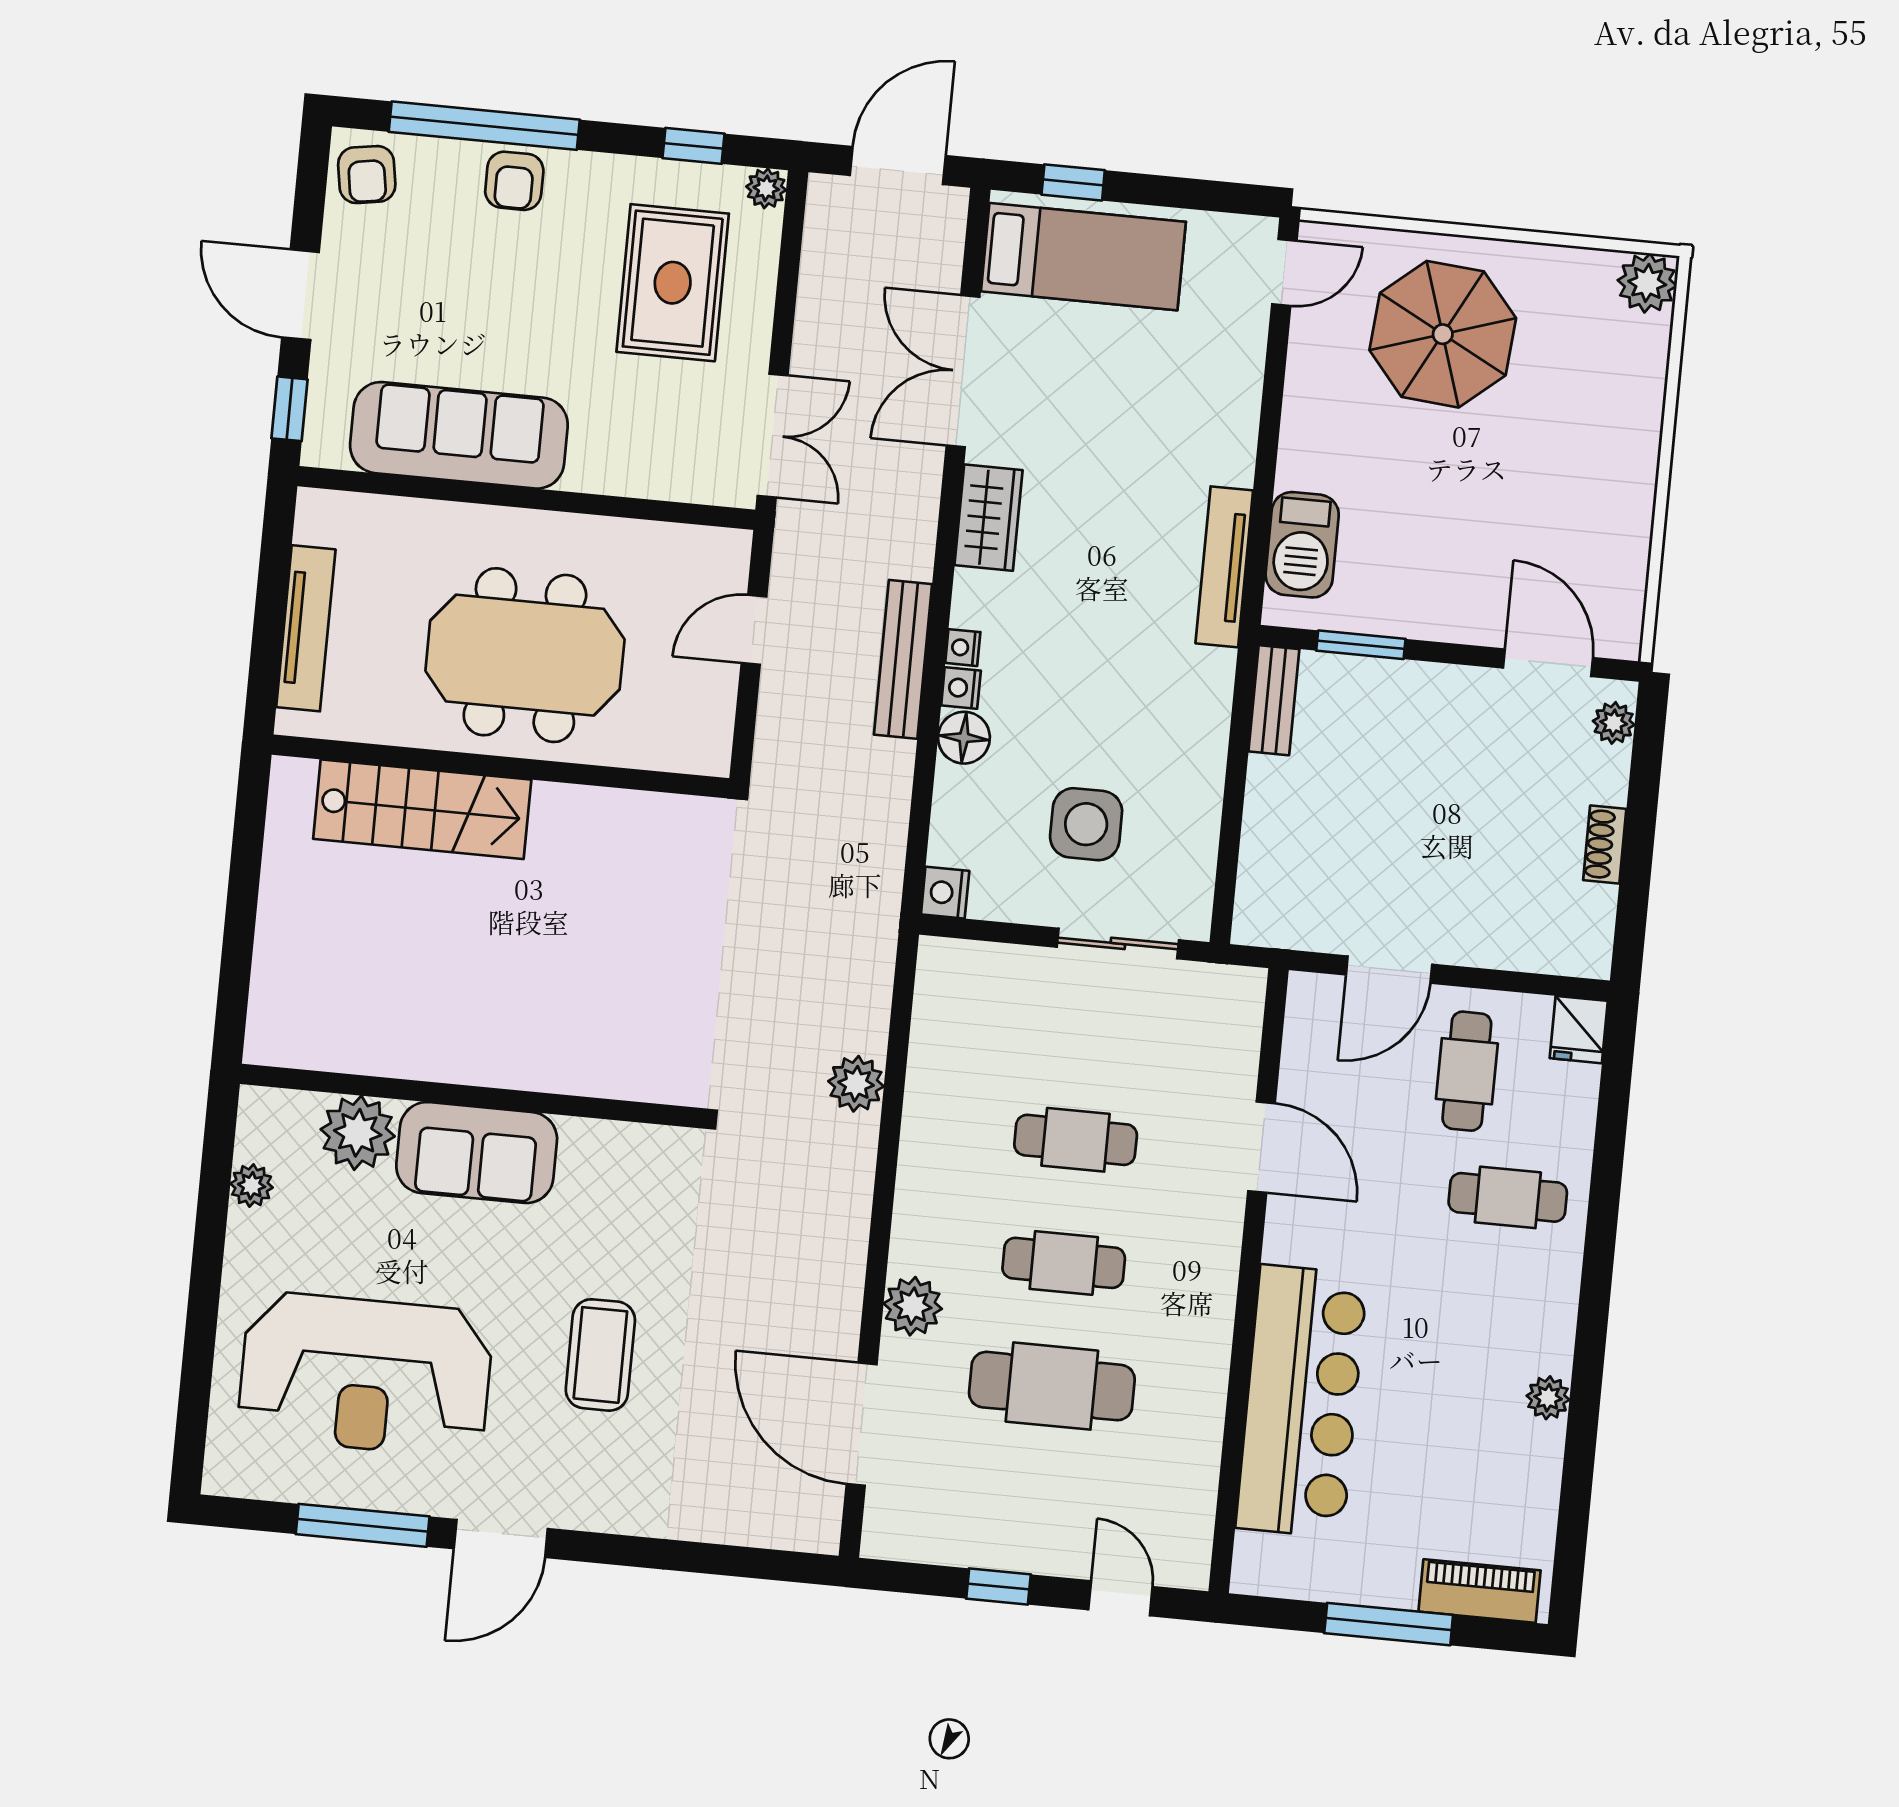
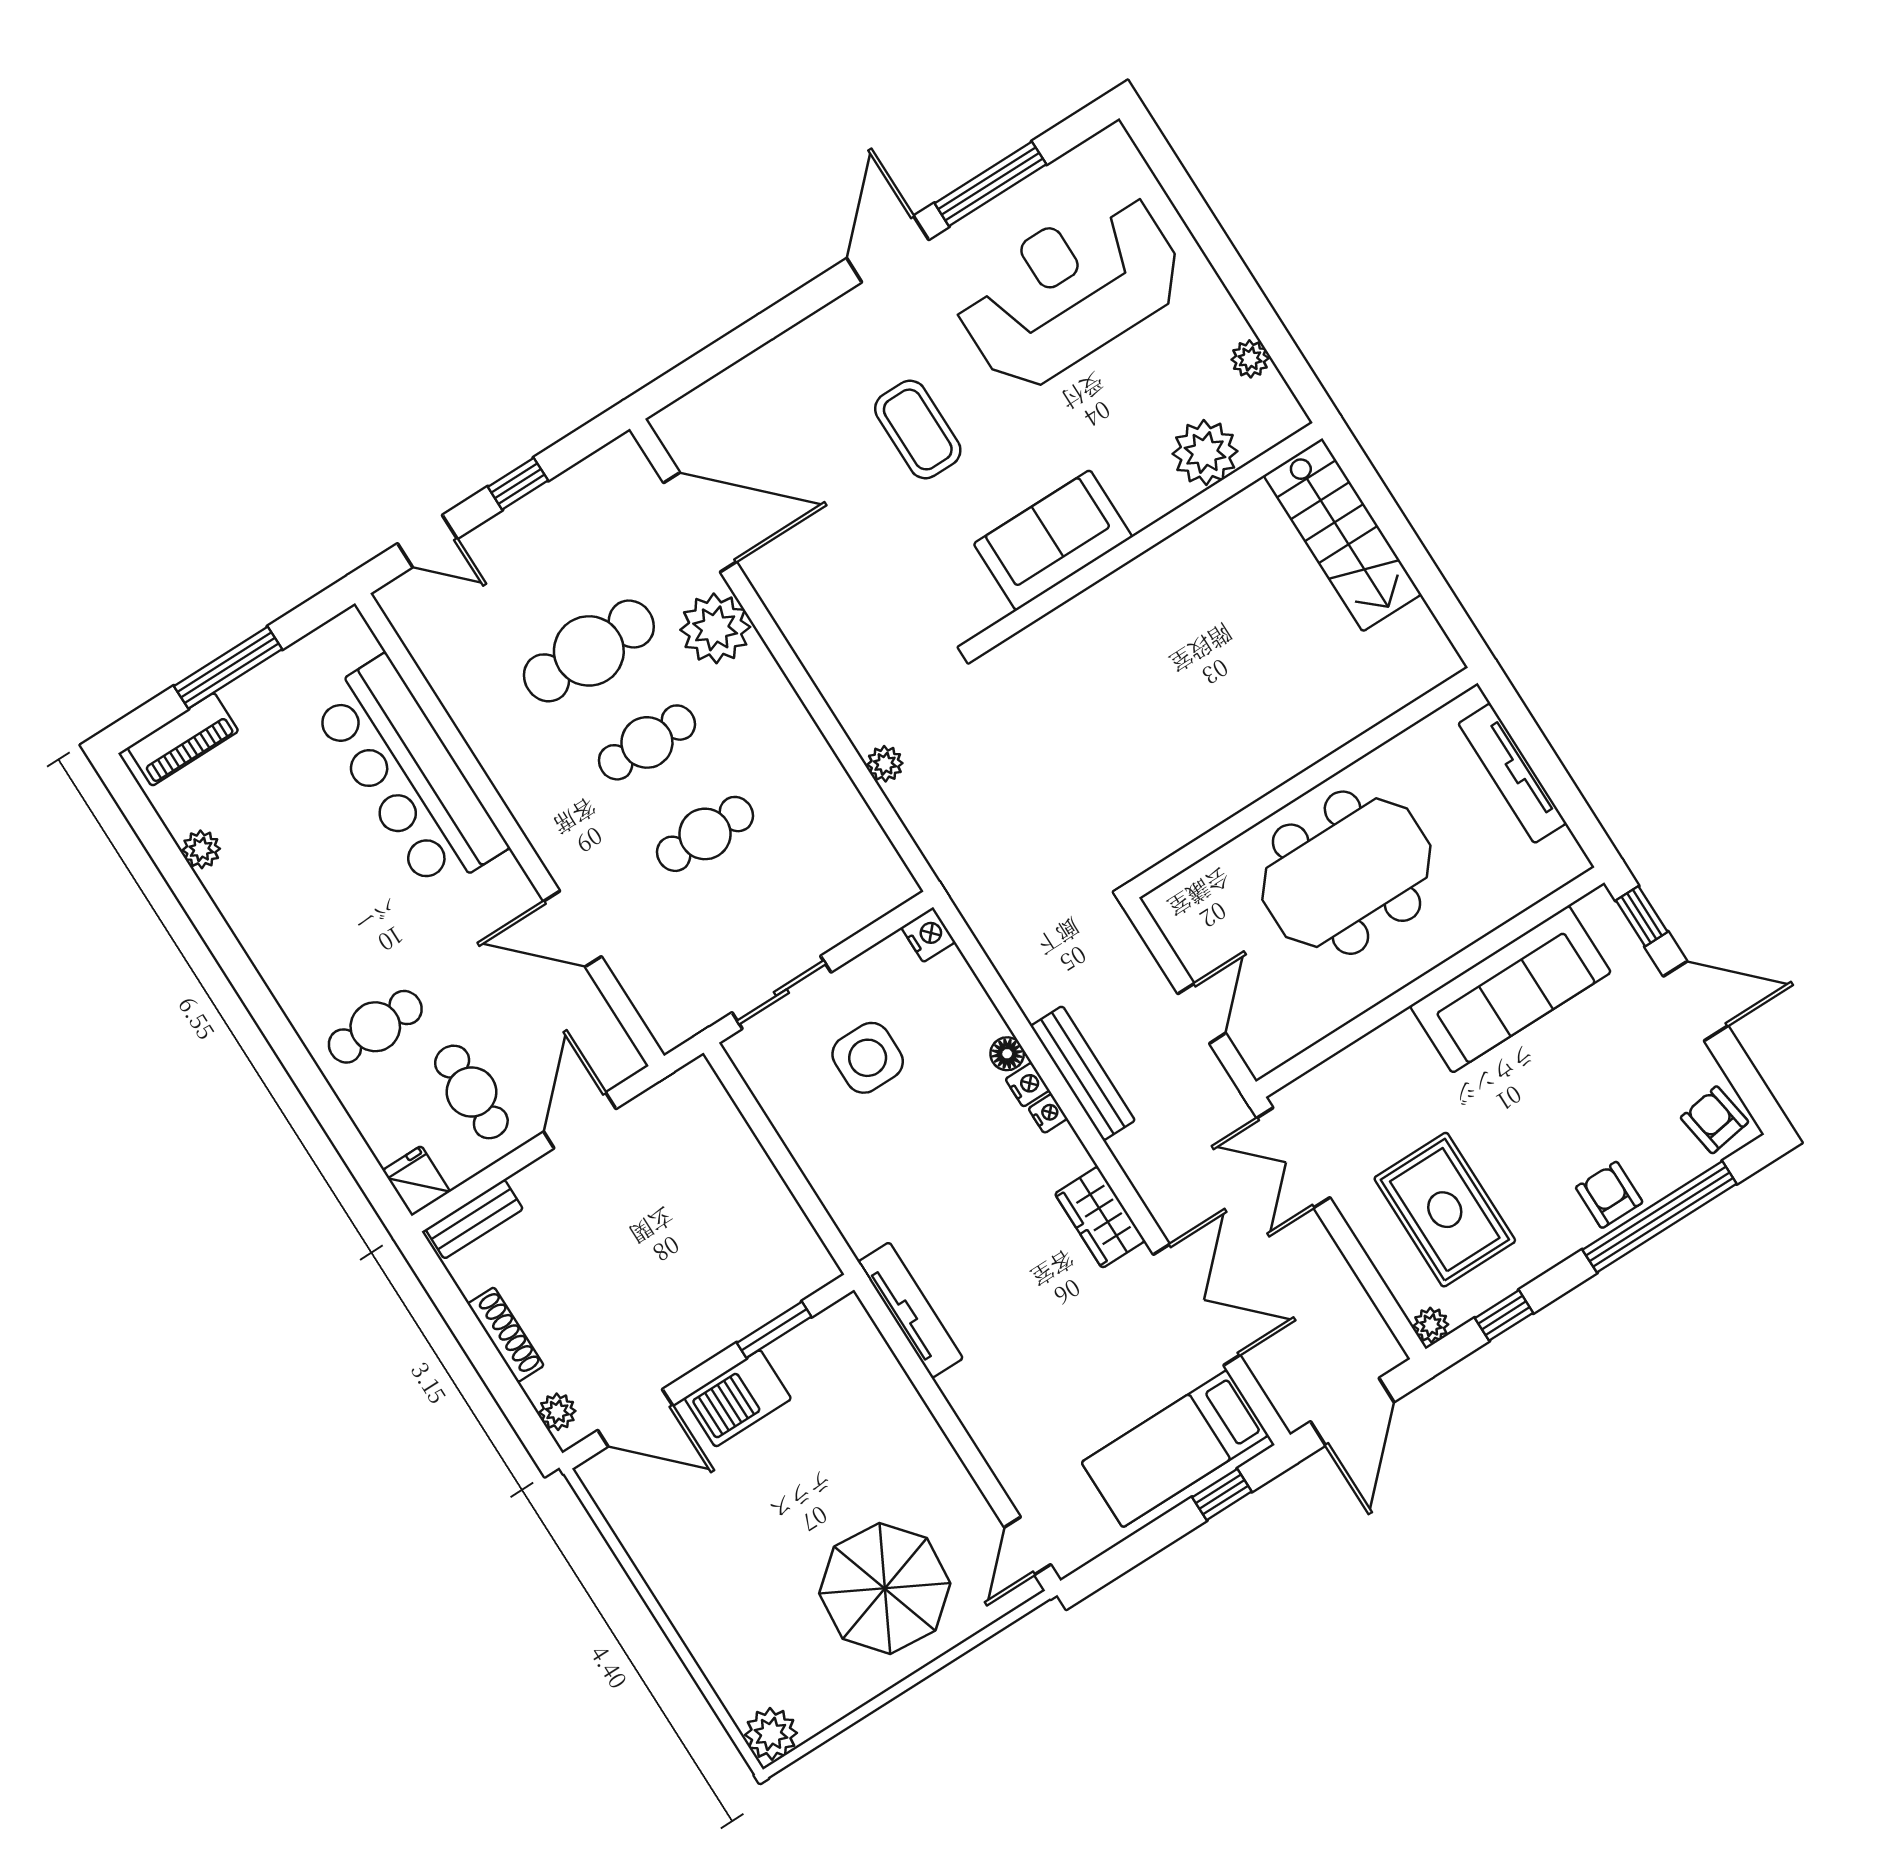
barbecue: (1302, 545) -> (738, 1398), moved, turned -90
bench: (1274, 700) -> (474, 1219), moved, turned 90
floor lamp: (964, 738) -> (1007, 1054), width x0.73, depth x0.73
stairs: (422, 809) -> (1343, 535), moved, turned -90
shoe rack: (1605, 844) -> (506, 1335), width x1.43
plant: (856, 1084) -> (885, 764), width x0.73, depth x0.73
sofa: (477, 1153) -> (1053, 540), moved
plant: (913, 1306) -> (715, 628), width x1.36, depth x1.36
plant: (1548, 1398) -> (201, 849), moved

